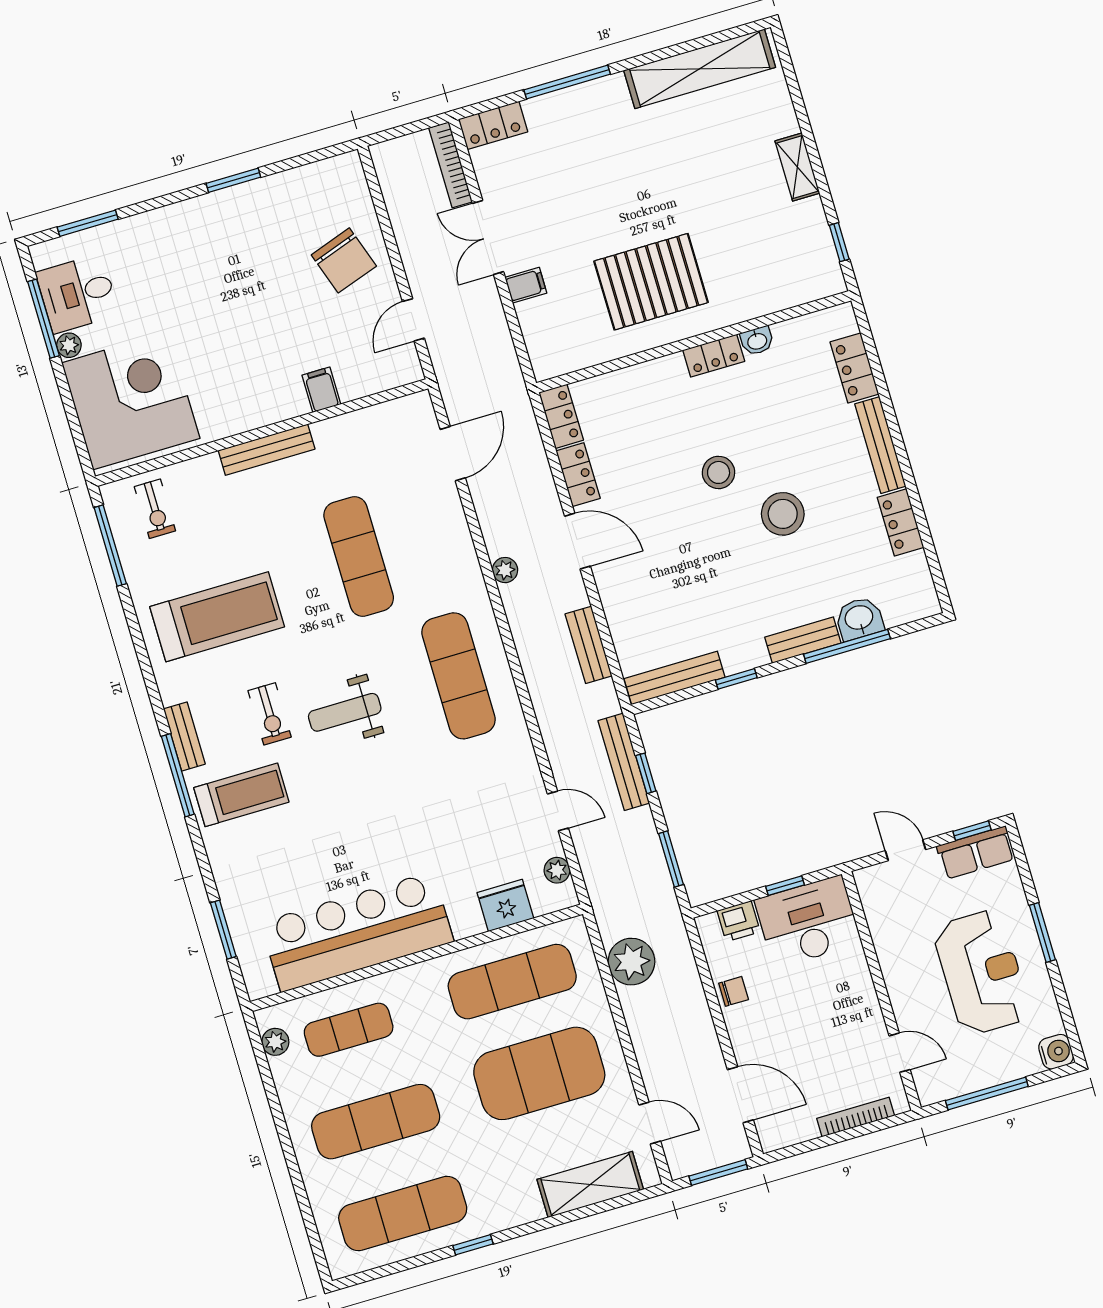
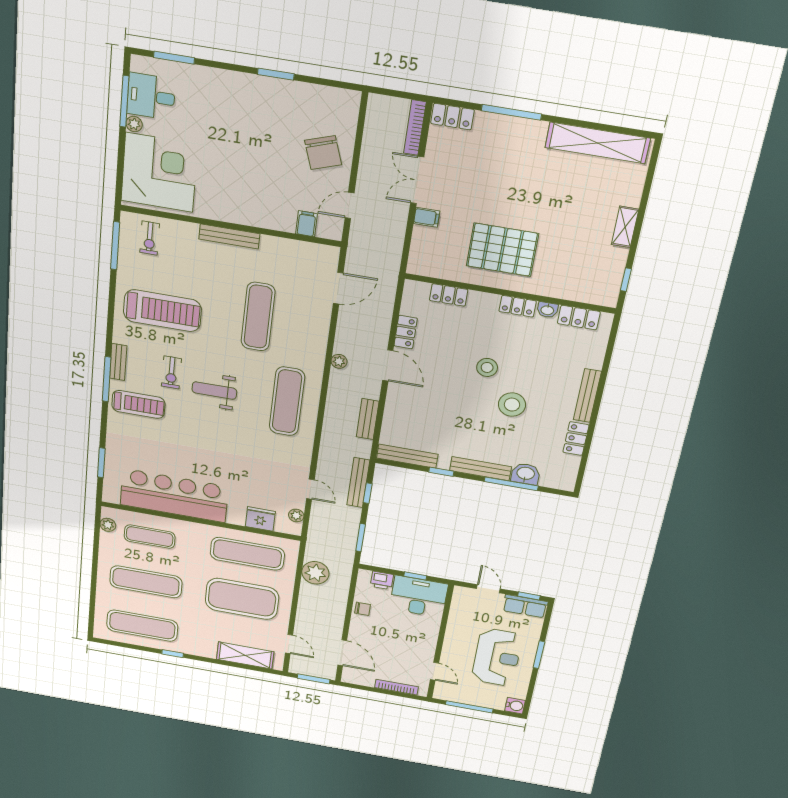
locker: (854, 368) -> (579, 318), moved, turned -90
filing cabinet: (321, 390) -> (307, 224), moved
locker: (561, 416) -> (449, 295), moved, turned 90
bench: (803, 640) -> (481, 469), width x1.36

